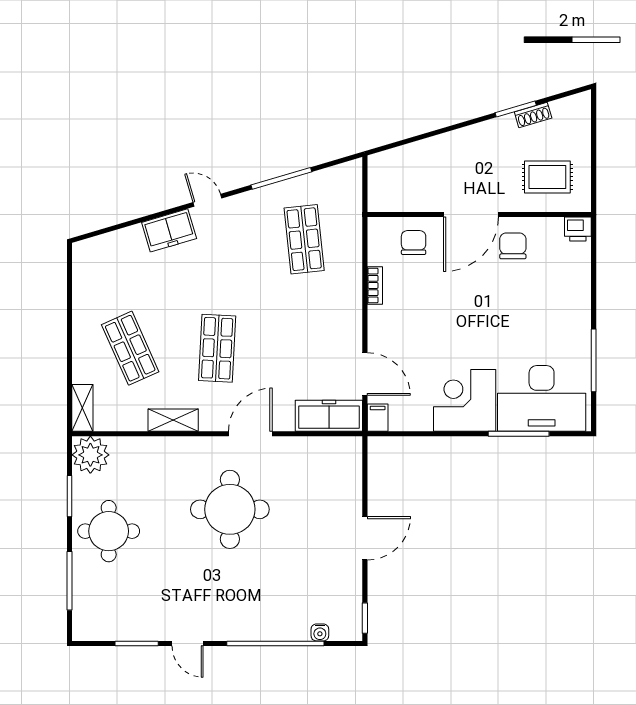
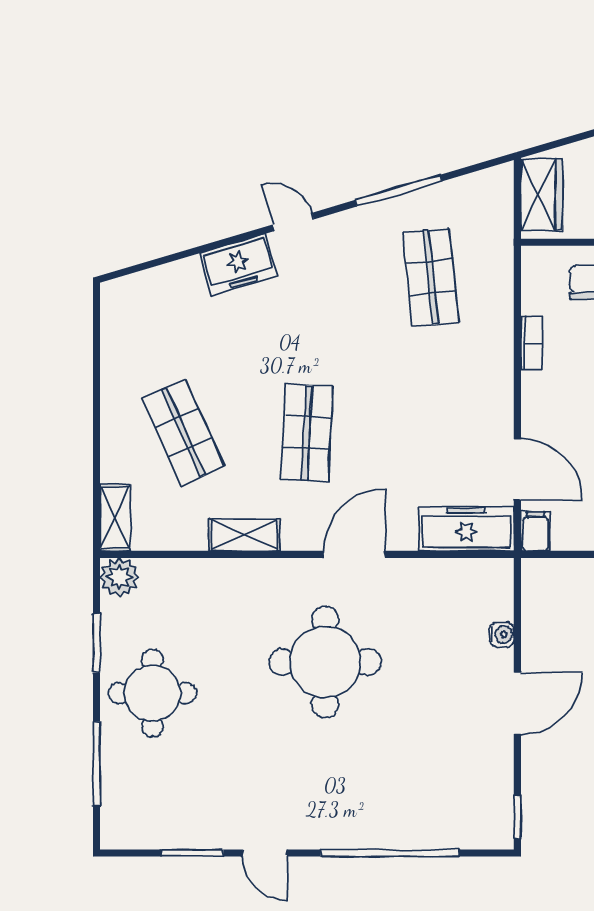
wardrobe: (382, 181) -> (541, 195), added
plant: (90, 455) -> (119, 577), width x0.73, depth x0.73
water cooler: (320, 632) -> (502, 635), moved, turned -90

